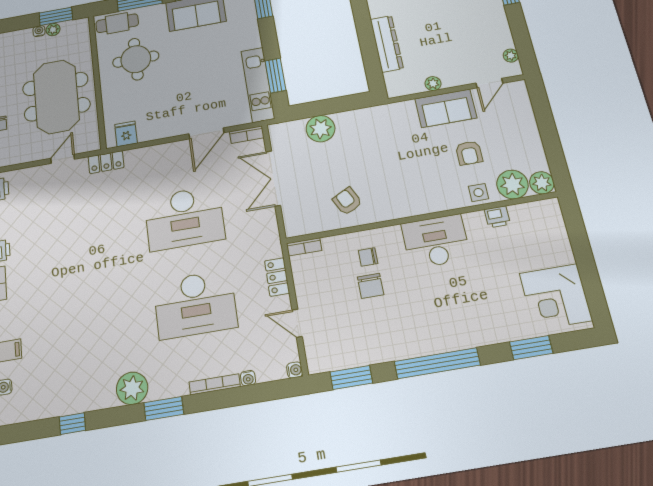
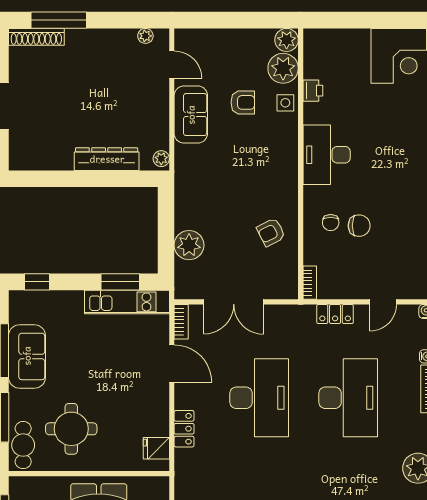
plant: (433, 84) -> (161, 159), moved
locker: (106, 162) -> (184, 429), moved

